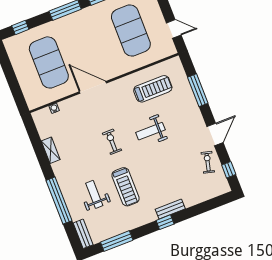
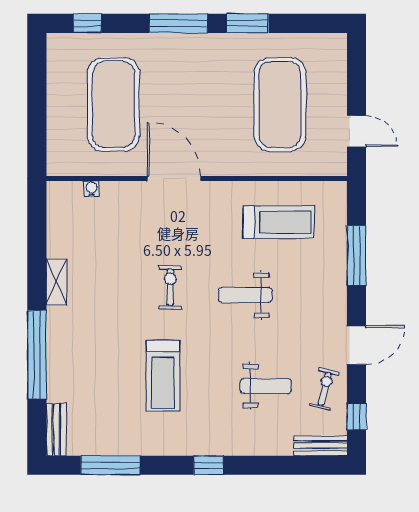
shelving: (51, 150) -> (57, 282), moved
weight bench: (94, 194) -> (266, 386), moved, turned 90
bench: (170, 209) -> (321, 446), moved

